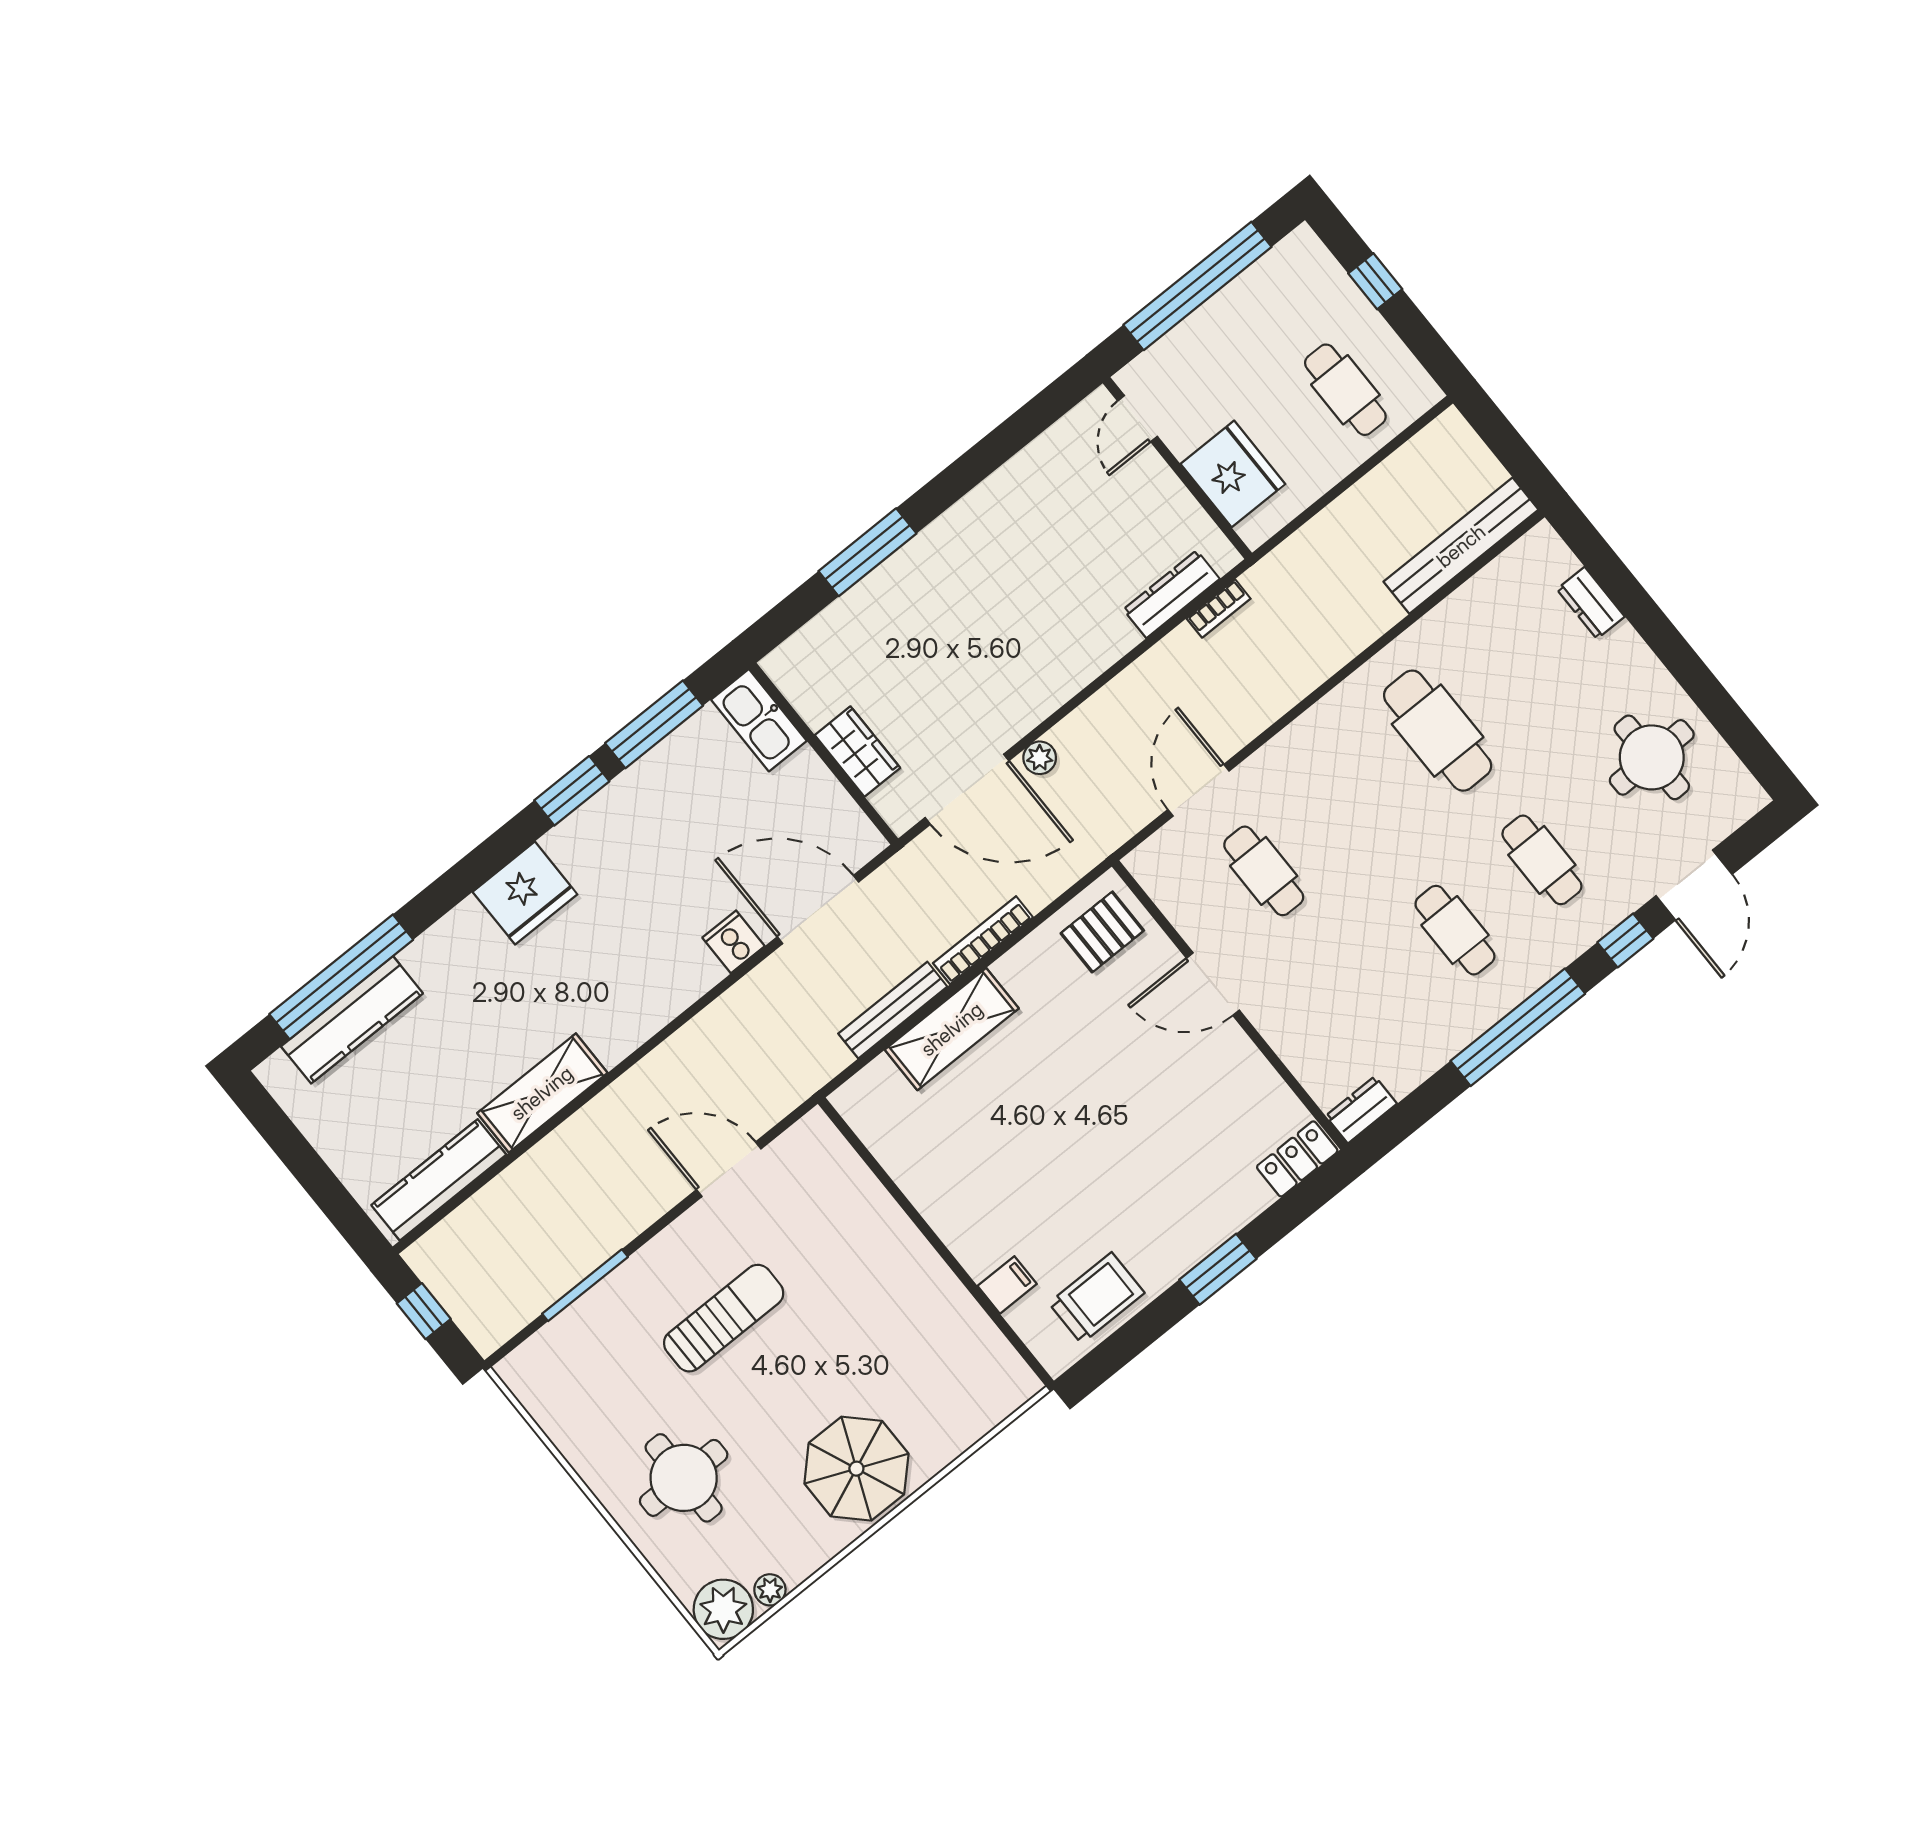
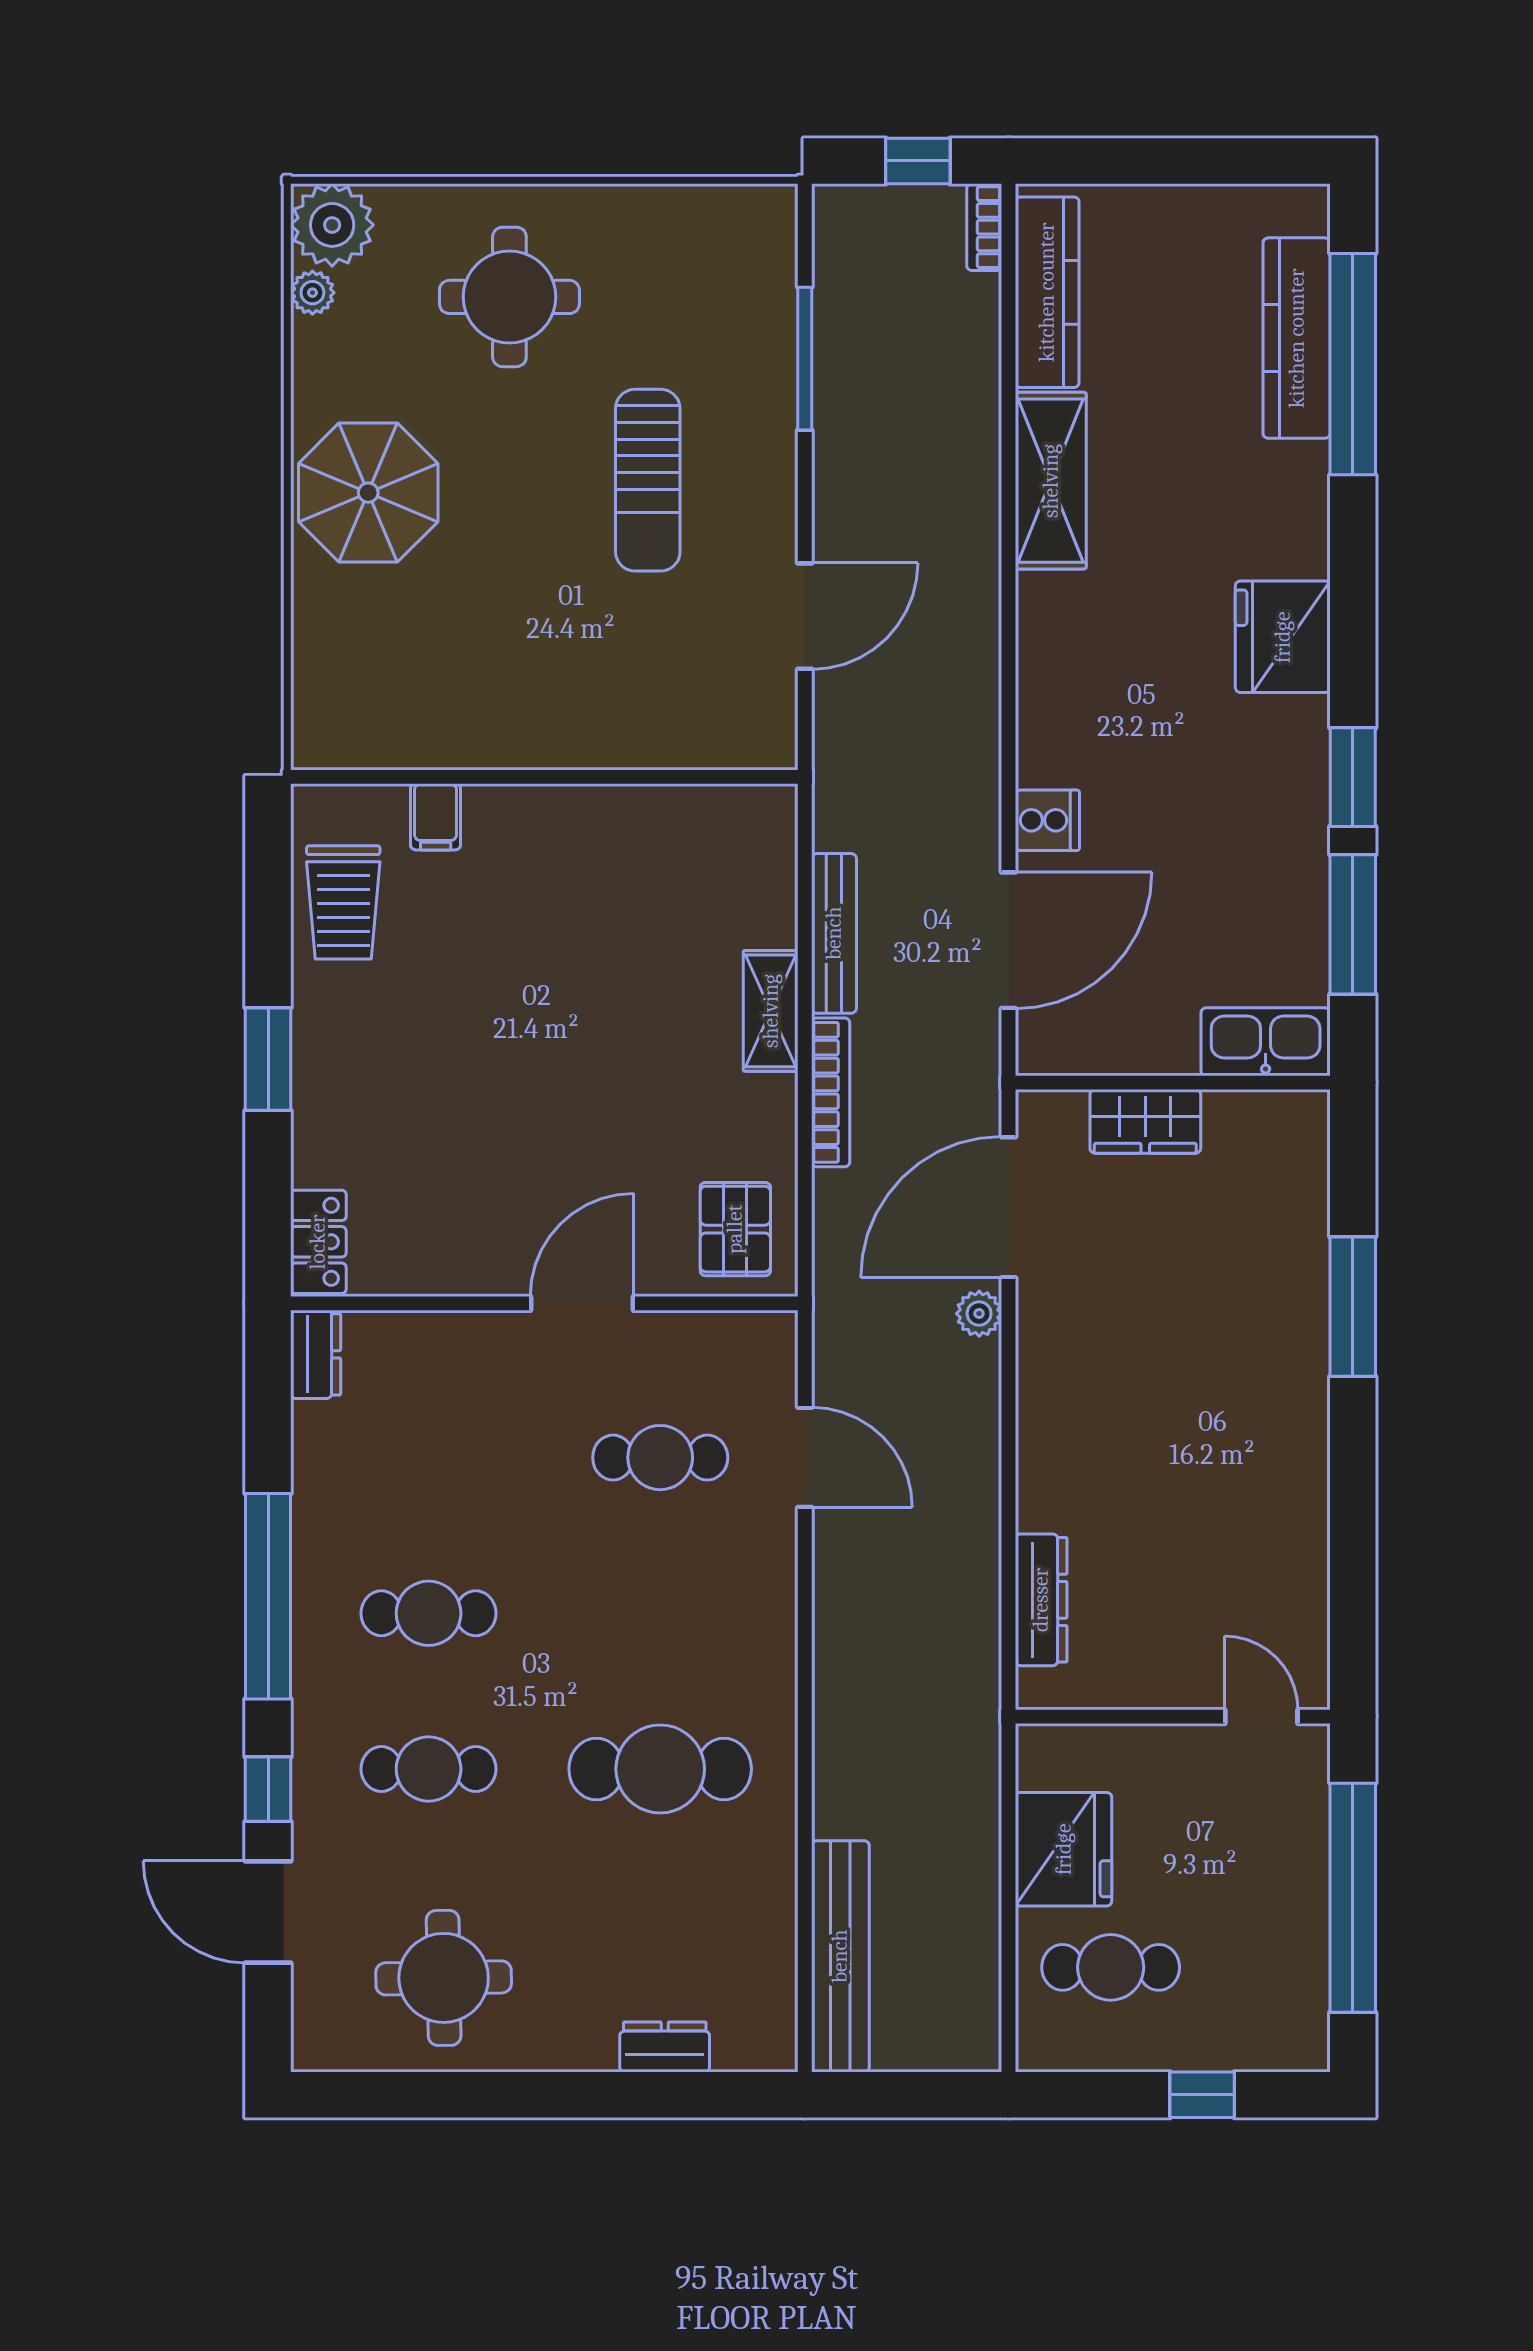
fridge: (1233, 474) -> (1064, 1849), moved, turned -90
bookcase: (1219, 609) -> (984, 227), moved
shelving: (952, 1029) -> (771, 1011), width x0.67, depth x0.75

